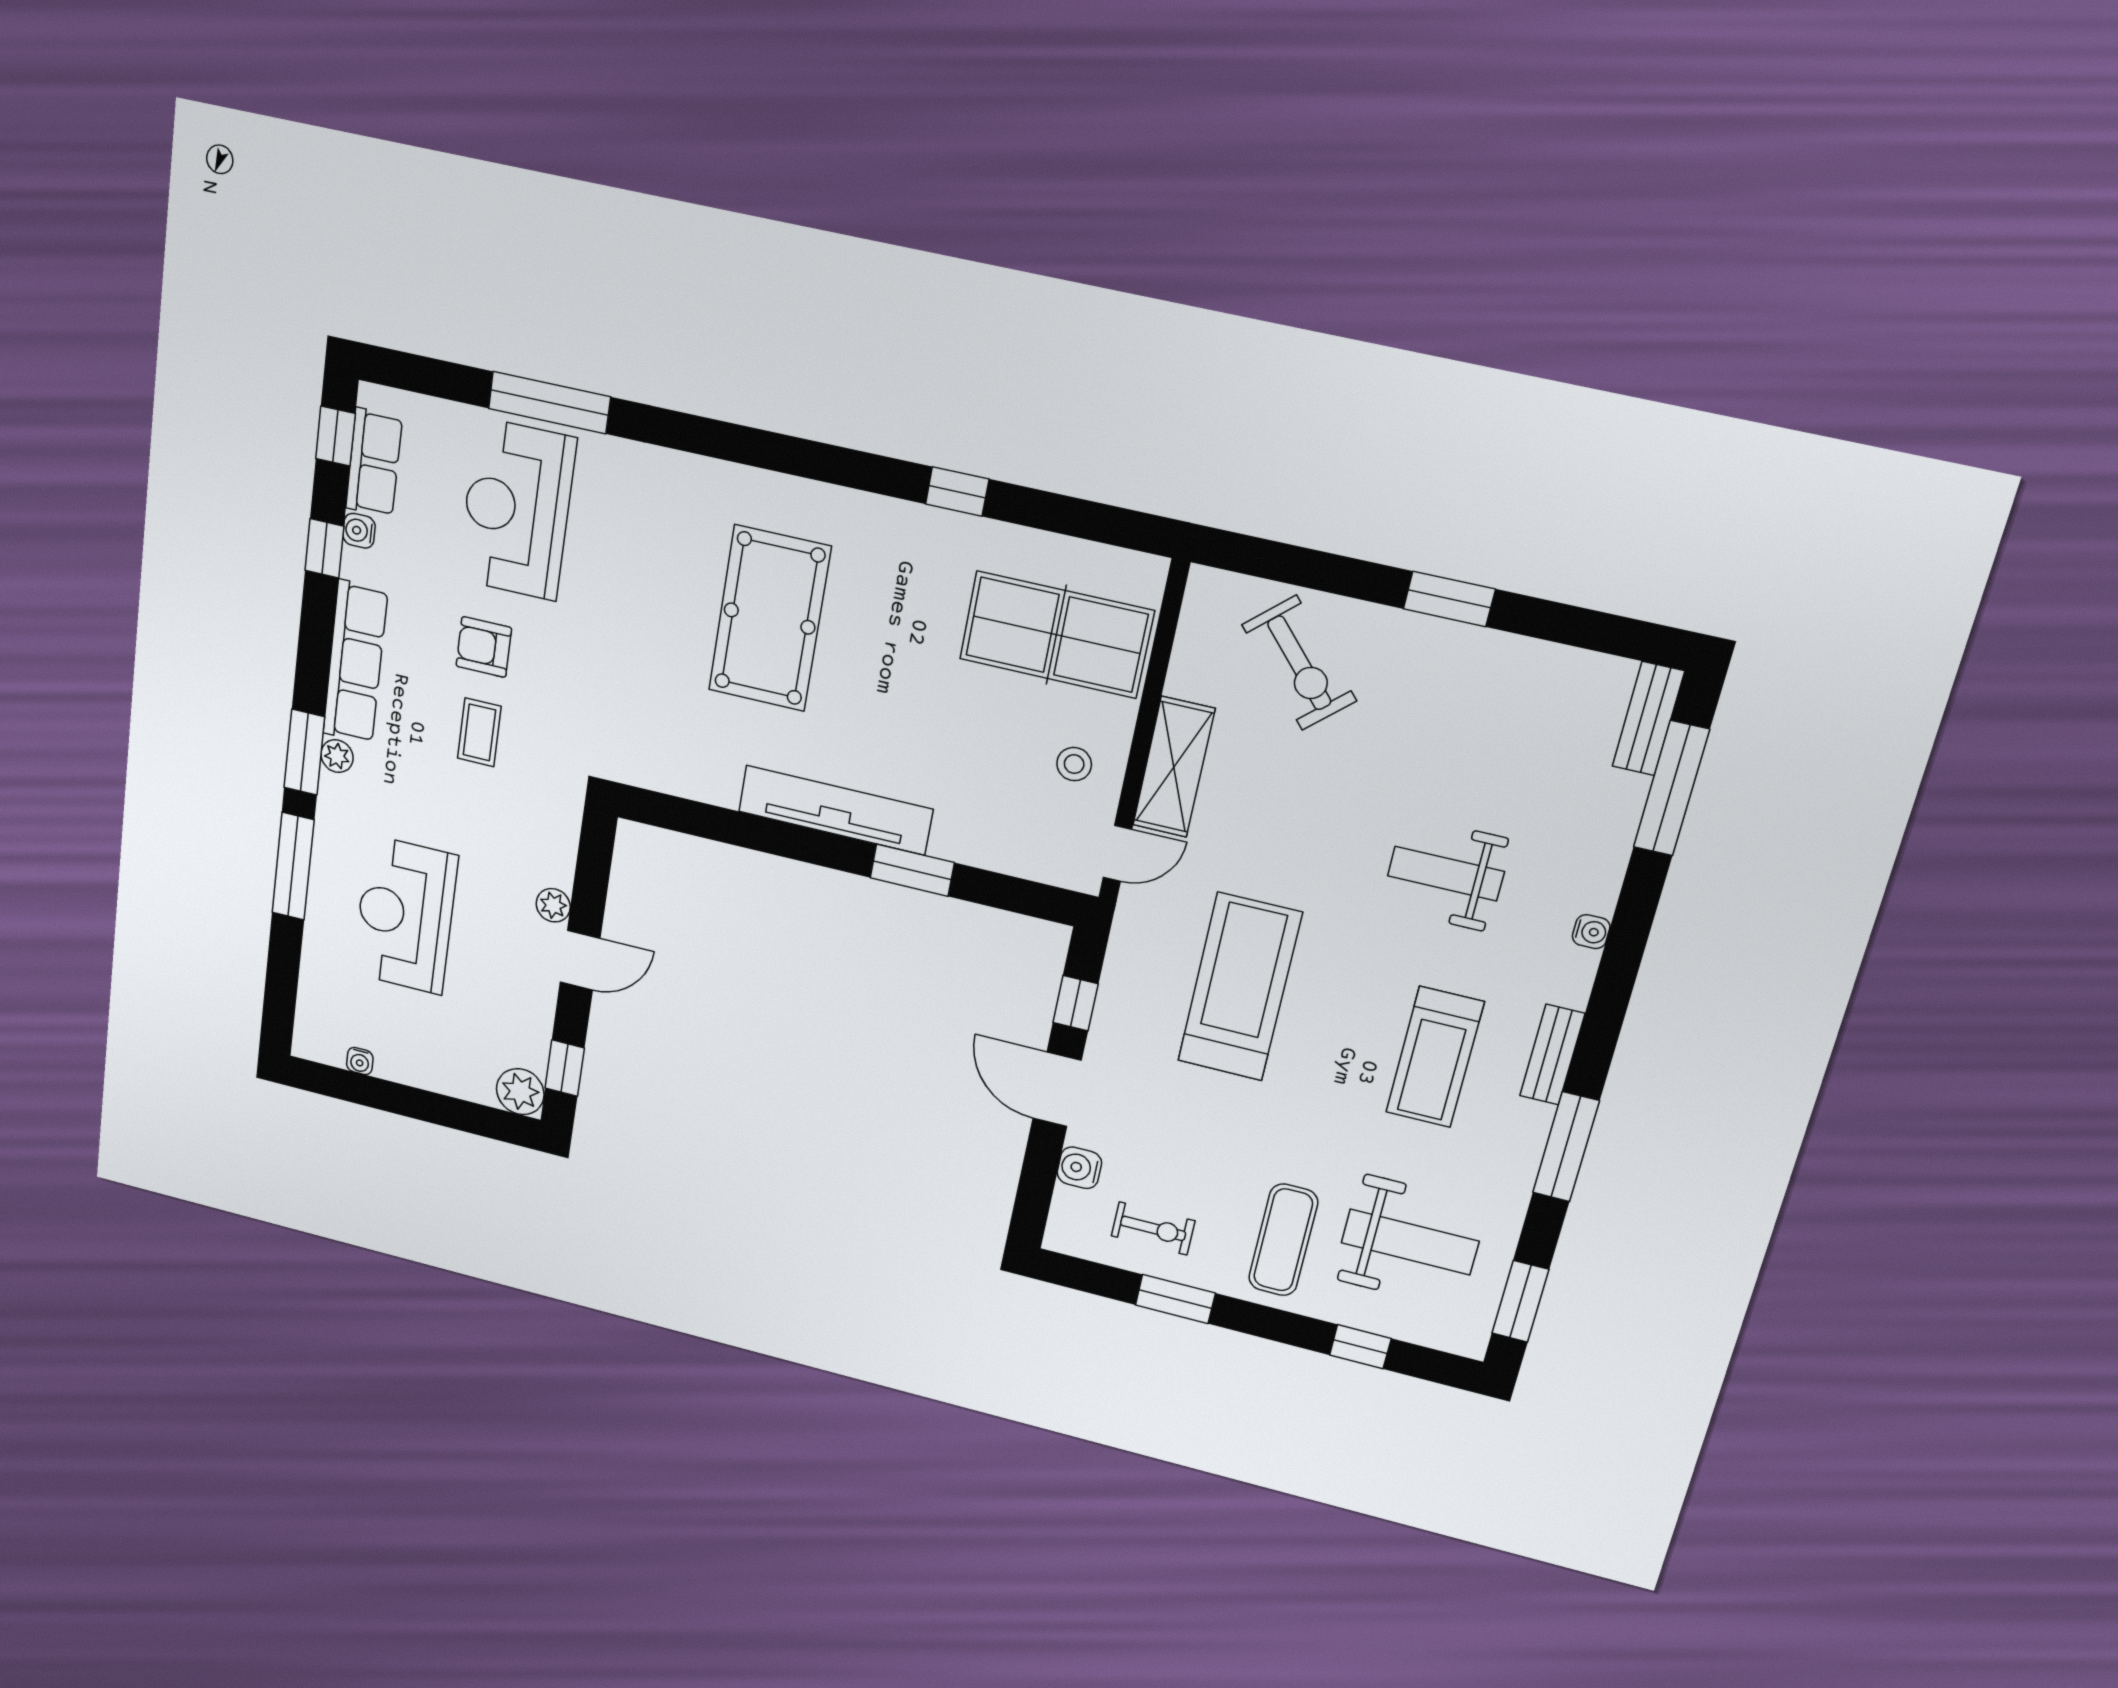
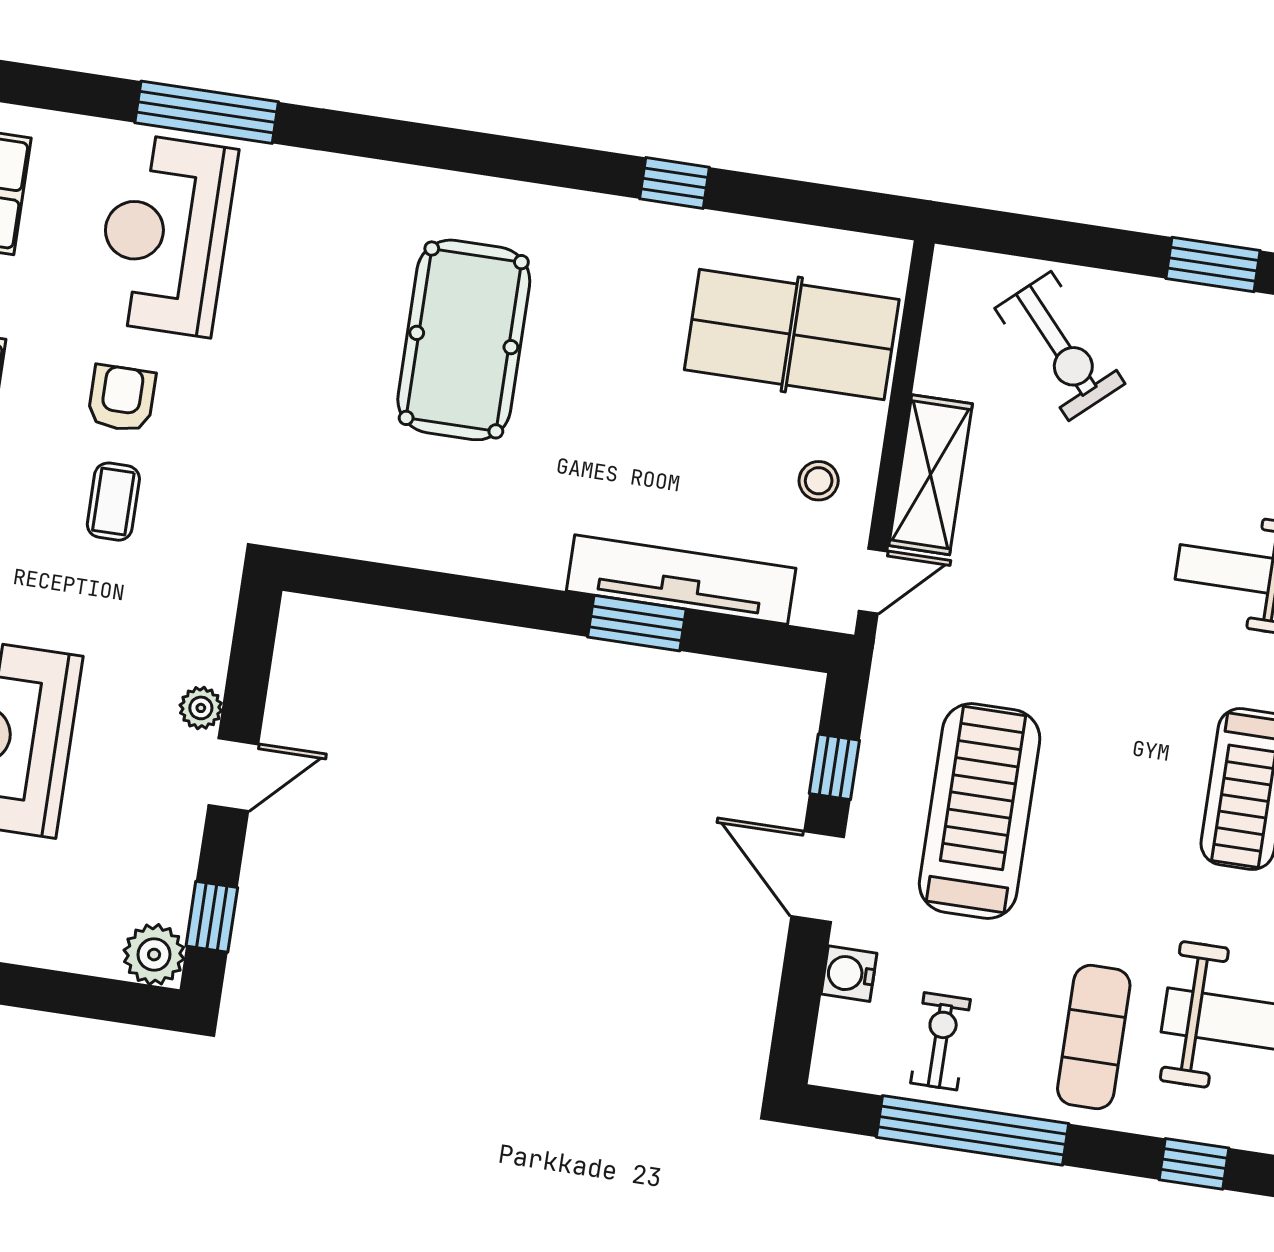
armchair: (484, 647) -> (122, 398), turned 90
tv unit: (836, 810) -> (681, 580), moved
treadmill: (1240, 987) -> (980, 811), moved
exercise bike: (1153, 1228) -> (941, 1041), turned -90
window: (1175, 1299) -> (972, 1130), width x2.11

